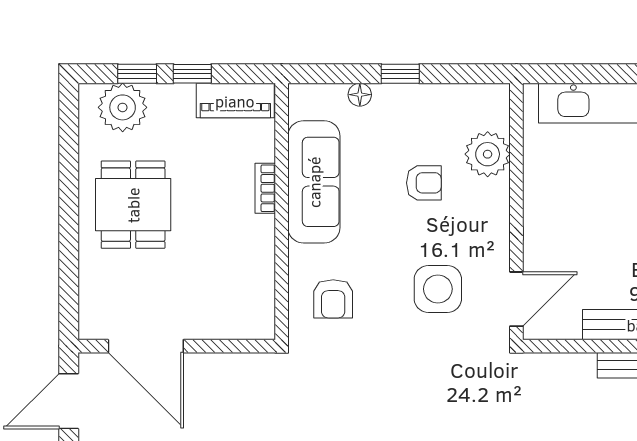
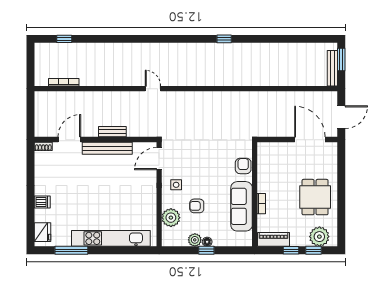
floor lamp: (360, 95) -> (207, 242), moved
plant: (429, 99) -> (195, 240), added
side table: (438, 289) -> (176, 185), moved, width x0.54, depth x0.54
armchair: (333, 299) -> (243, 166), moved

